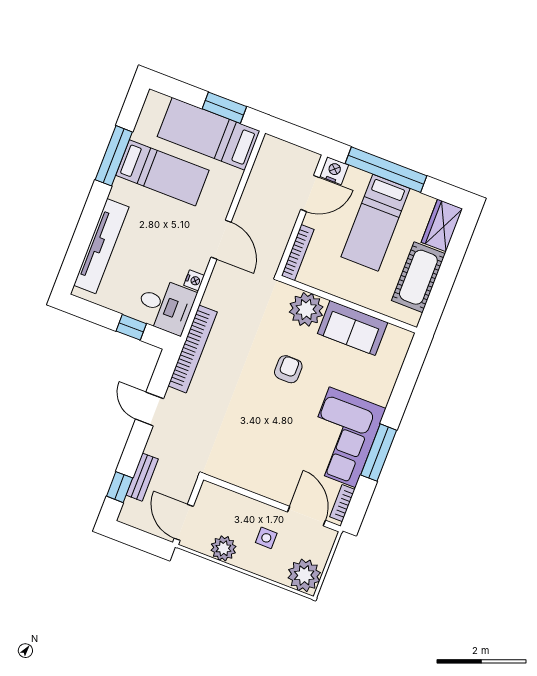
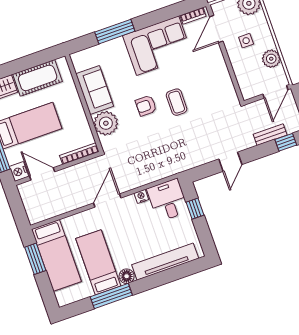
floor lamp: (121, 191) -> (127, 276), added
bookcase: (193, 349) -> (179, 166), removed
coffee table: (264, 406) -> (177, 102), added
window: (379, 453) -> (115, 32), moved

